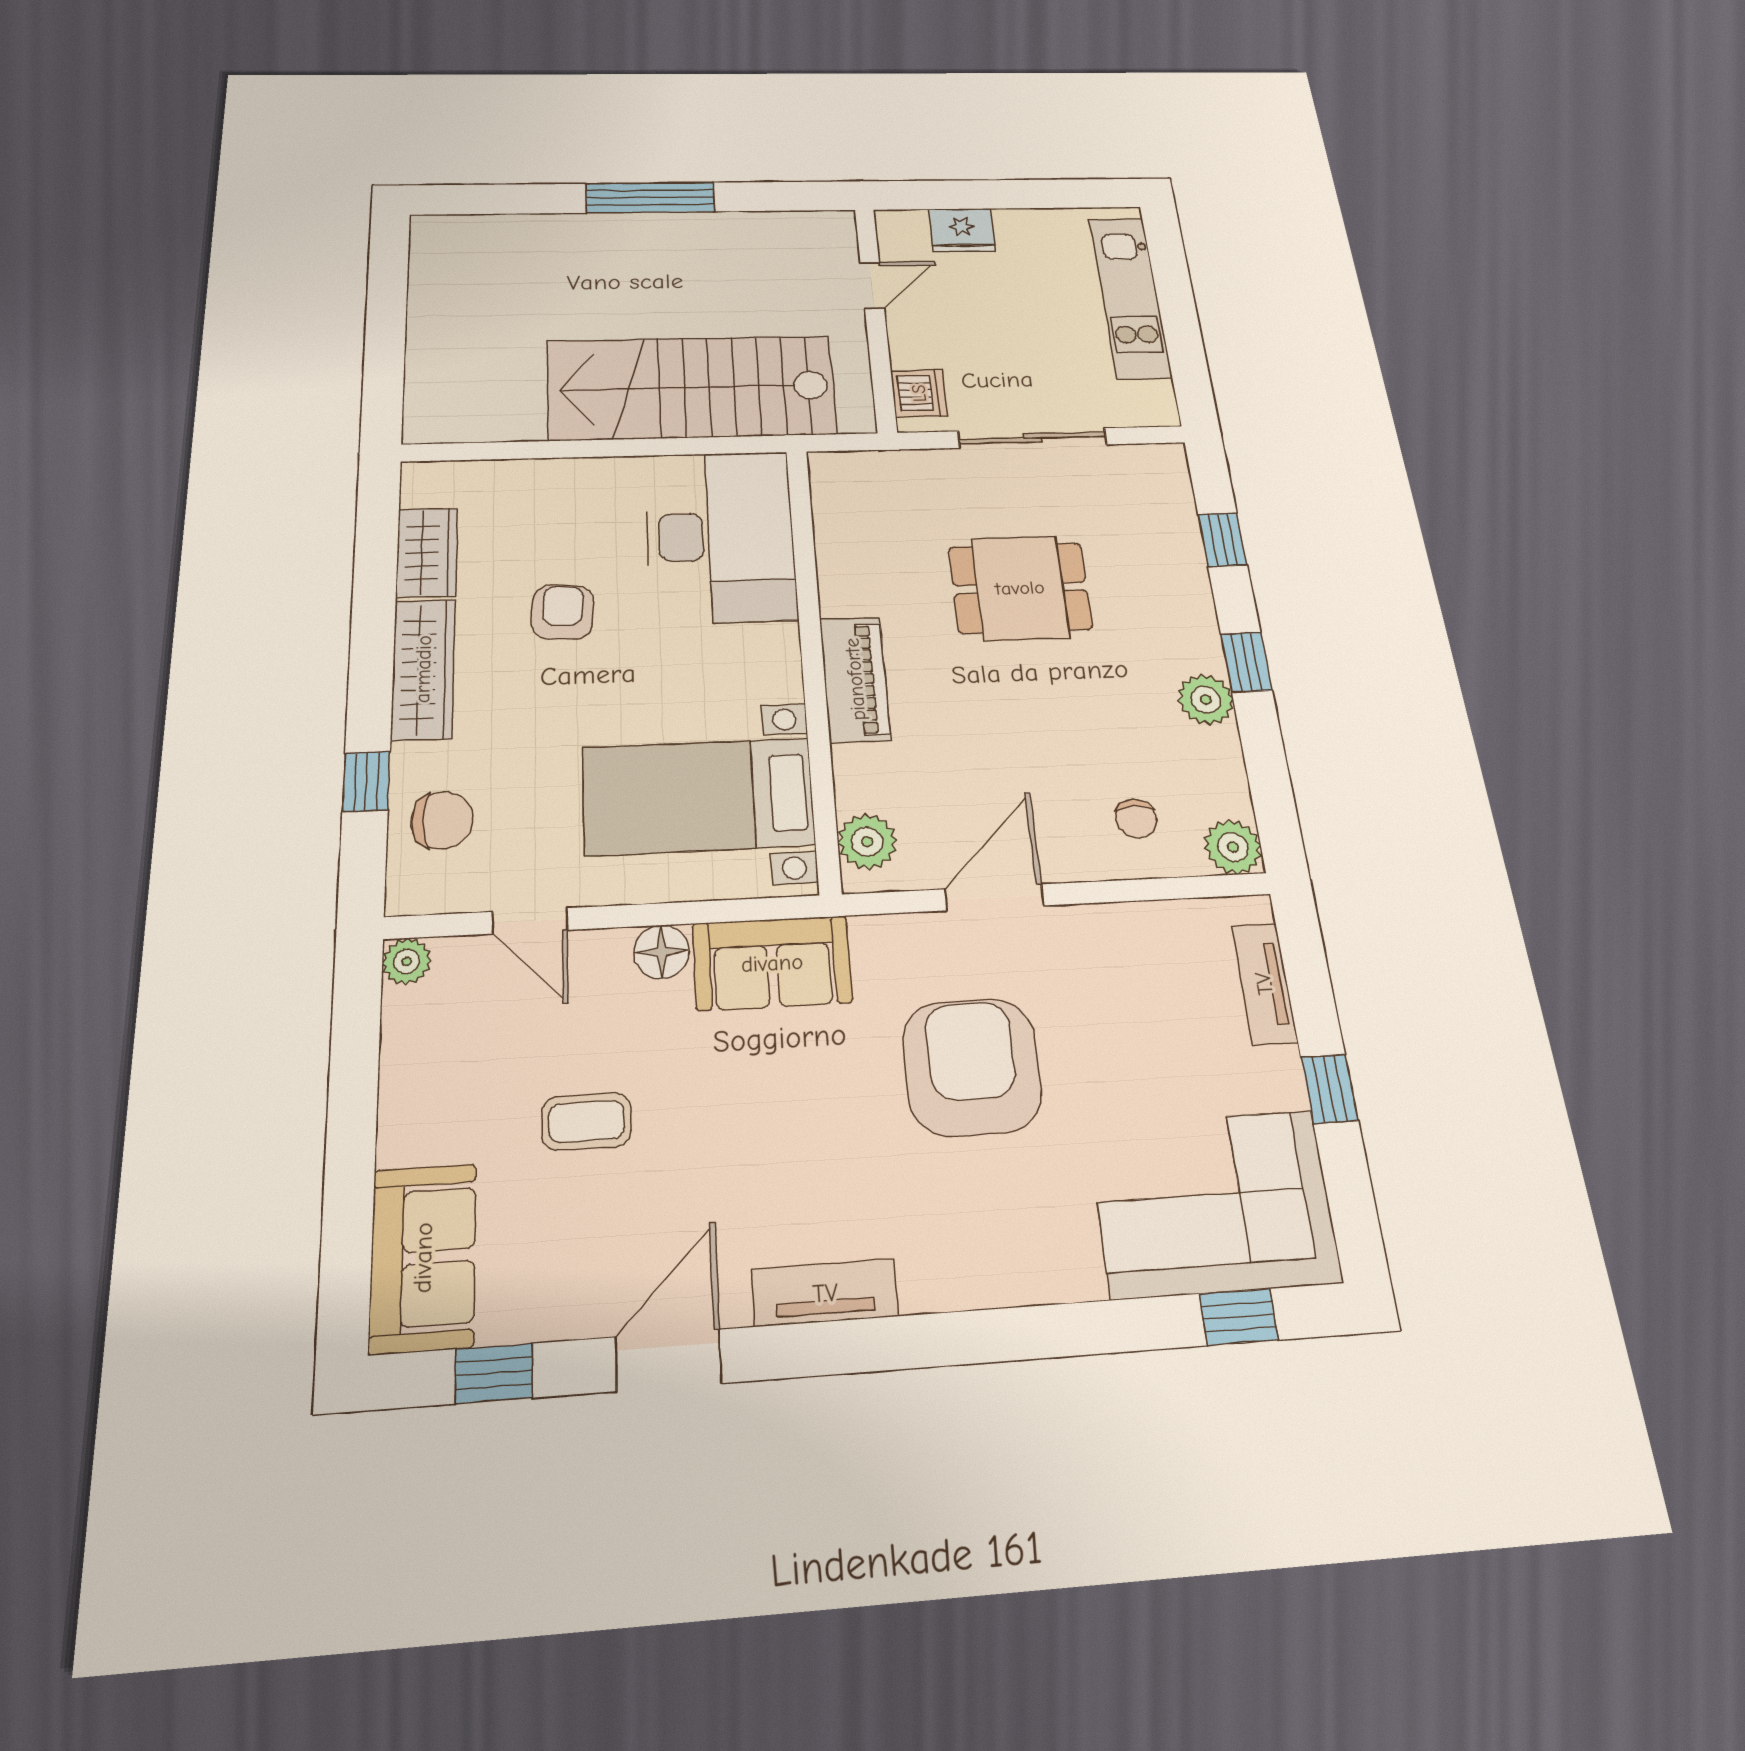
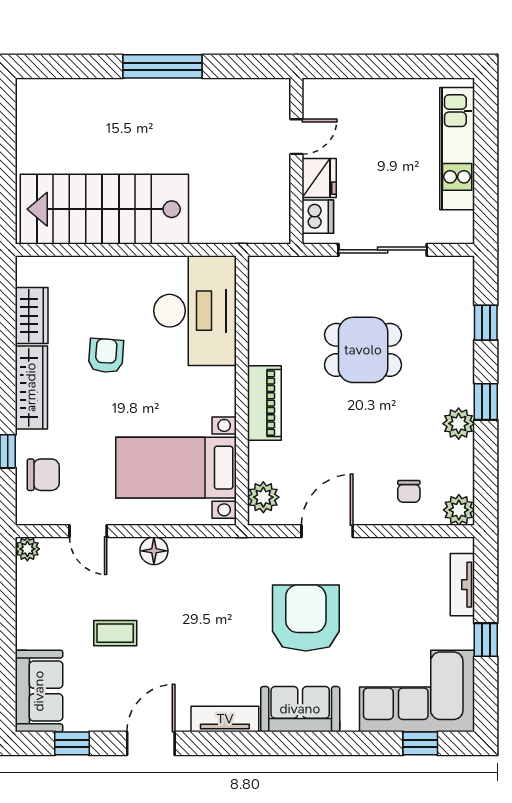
fridge: (962, 230) -> (319, 178), moved, turned -90
stairs: (691, 388) -> (104, 209), moved
sofa: (772, 963) -> (300, 709), moved, turned 180

